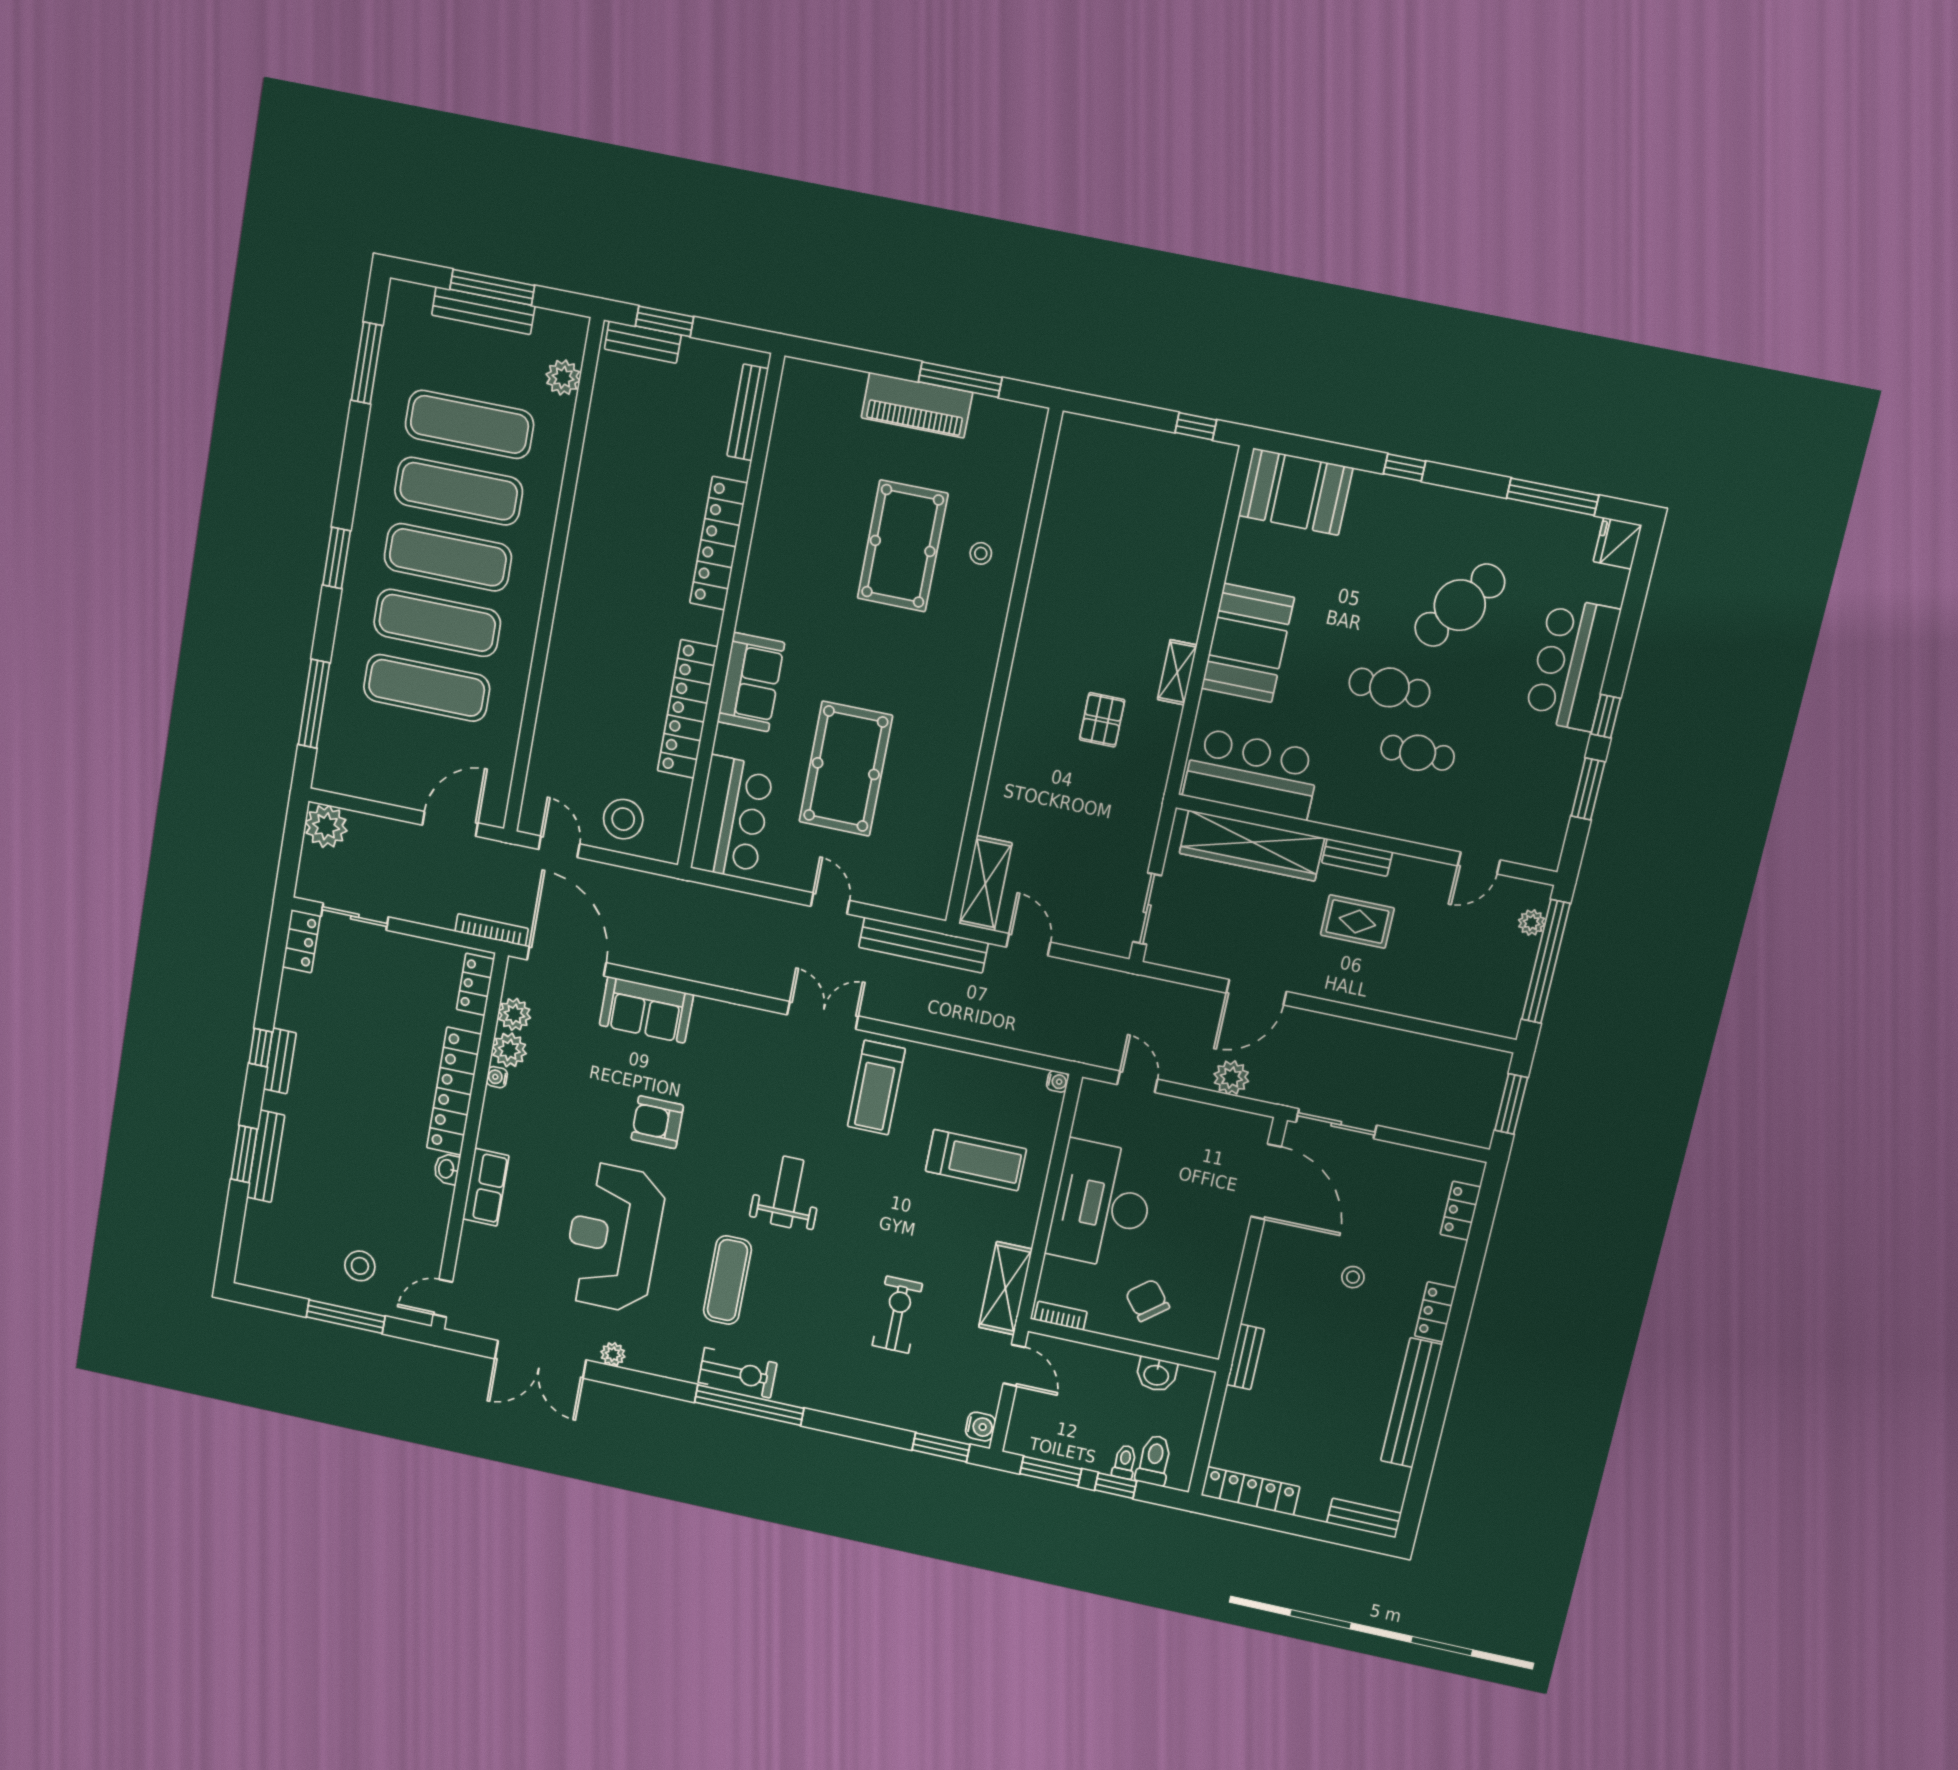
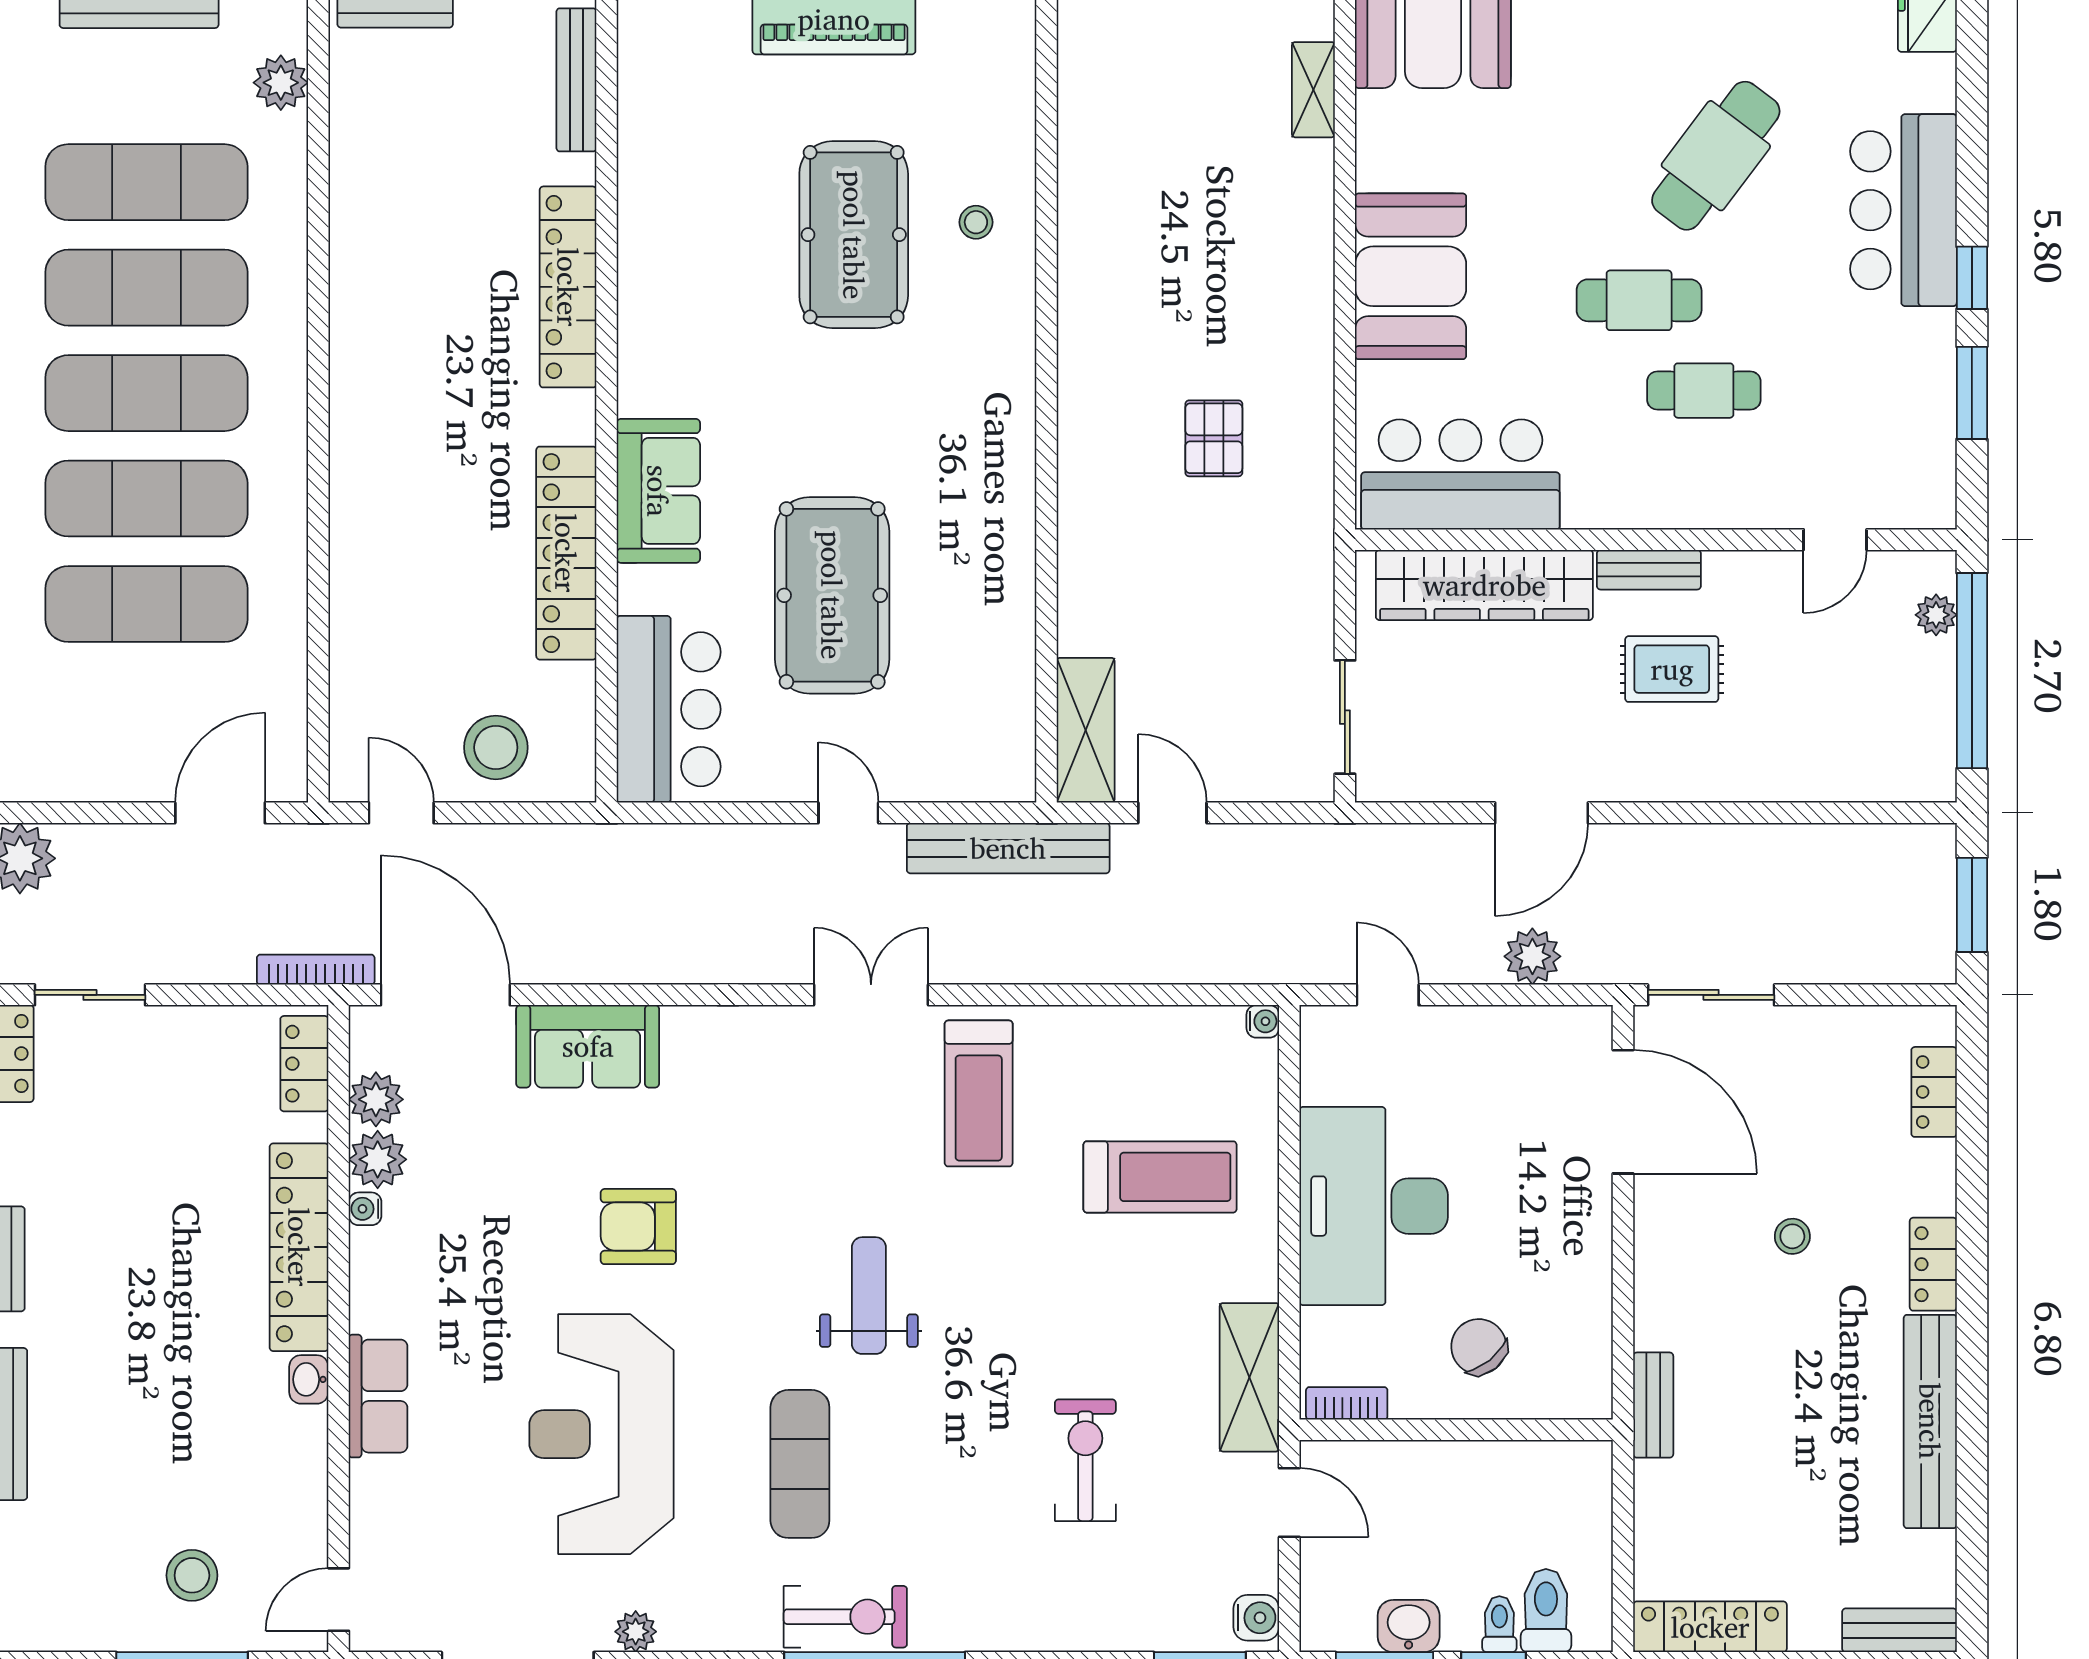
shelving: (1177, 672) -> (1313, 90), moved
washbasin: (1156, 1374) -> (1409, 1626), moved, turned 180

